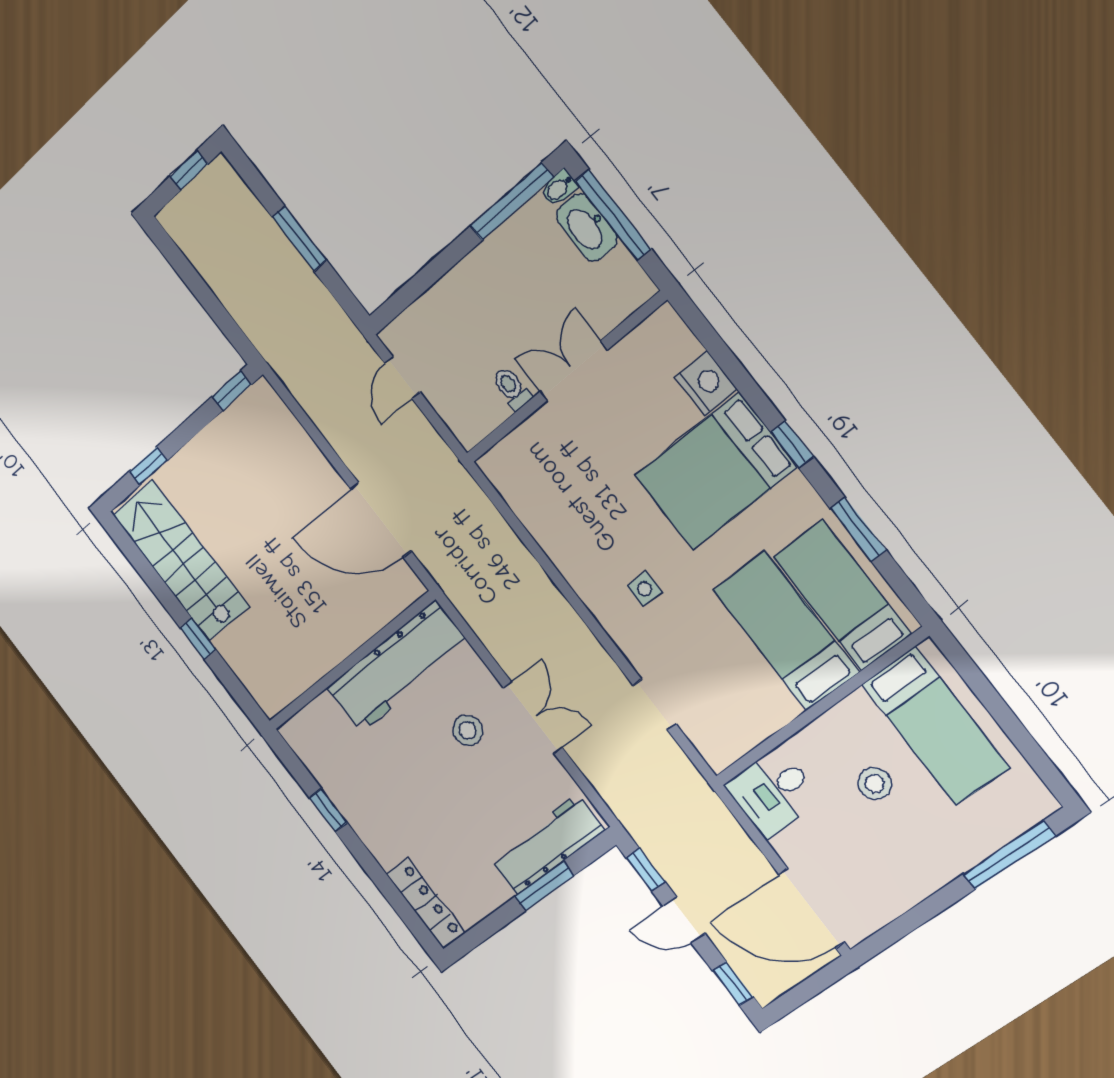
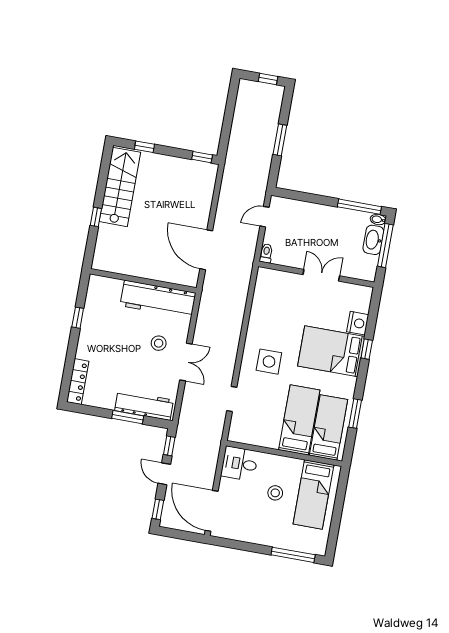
toilet: (512, 388) -> (266, 253), moved
window: (792, 445) -> (367, 349), moved
side table: (645, 589) -> (269, 362), width x1.87, depth x1.87

